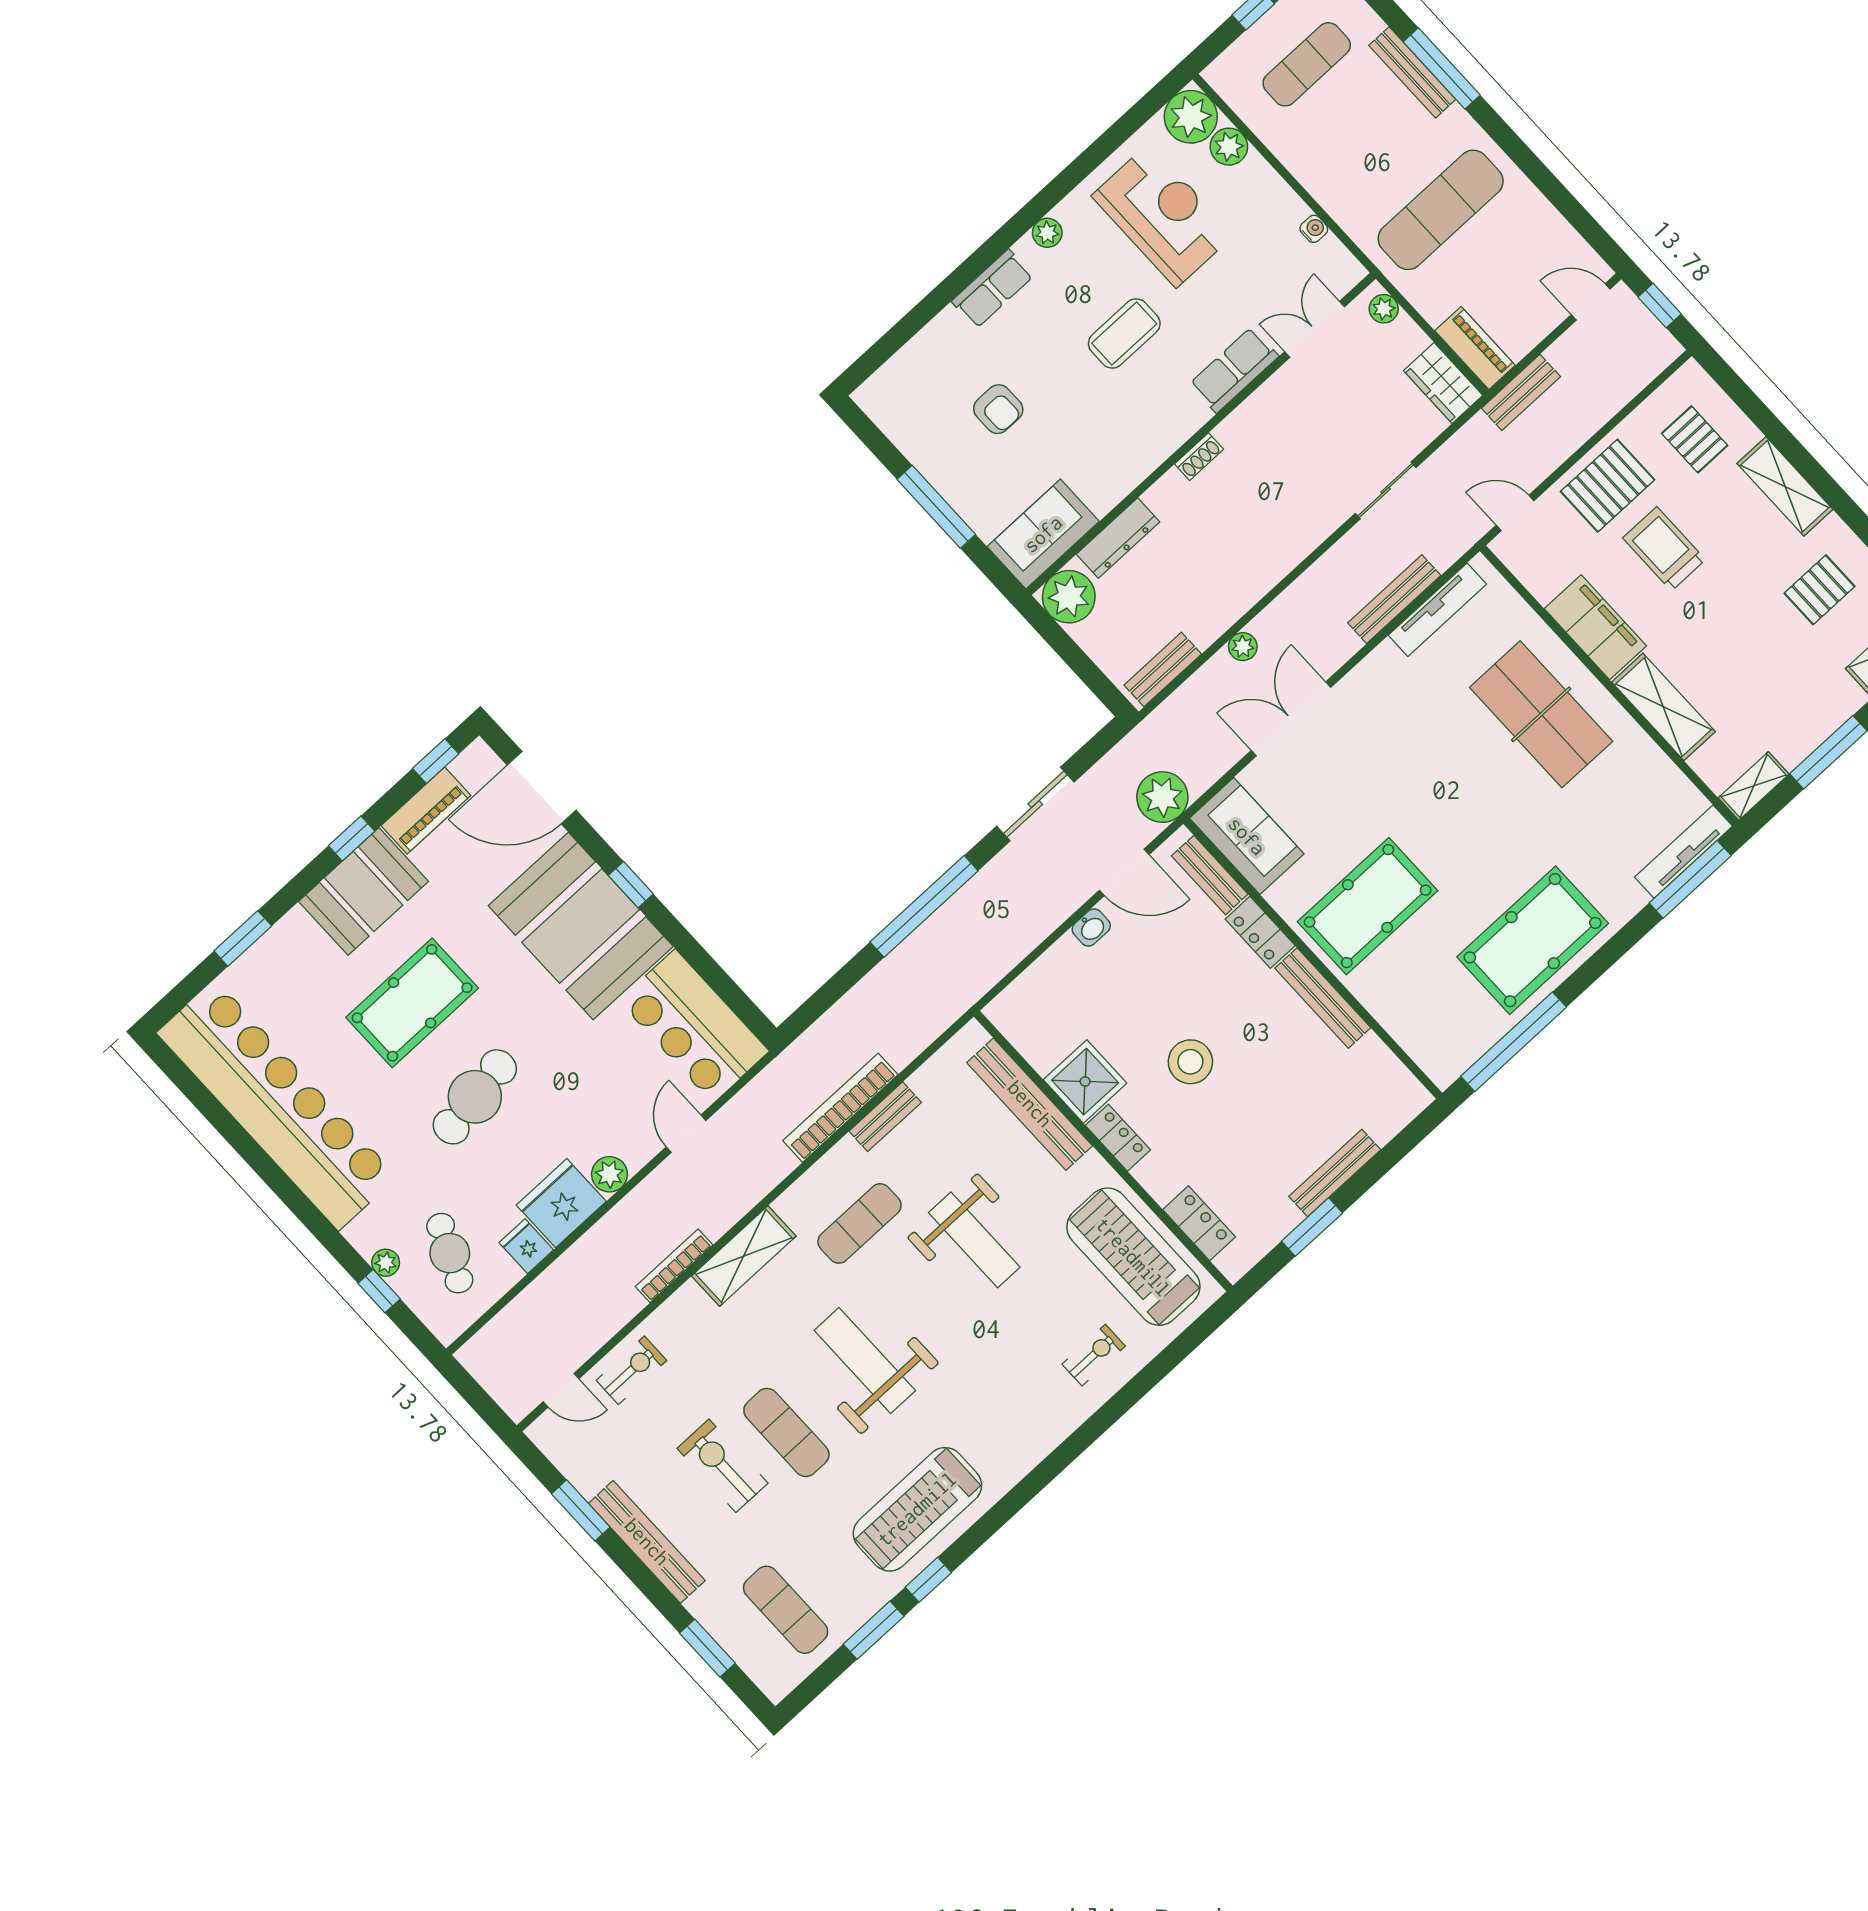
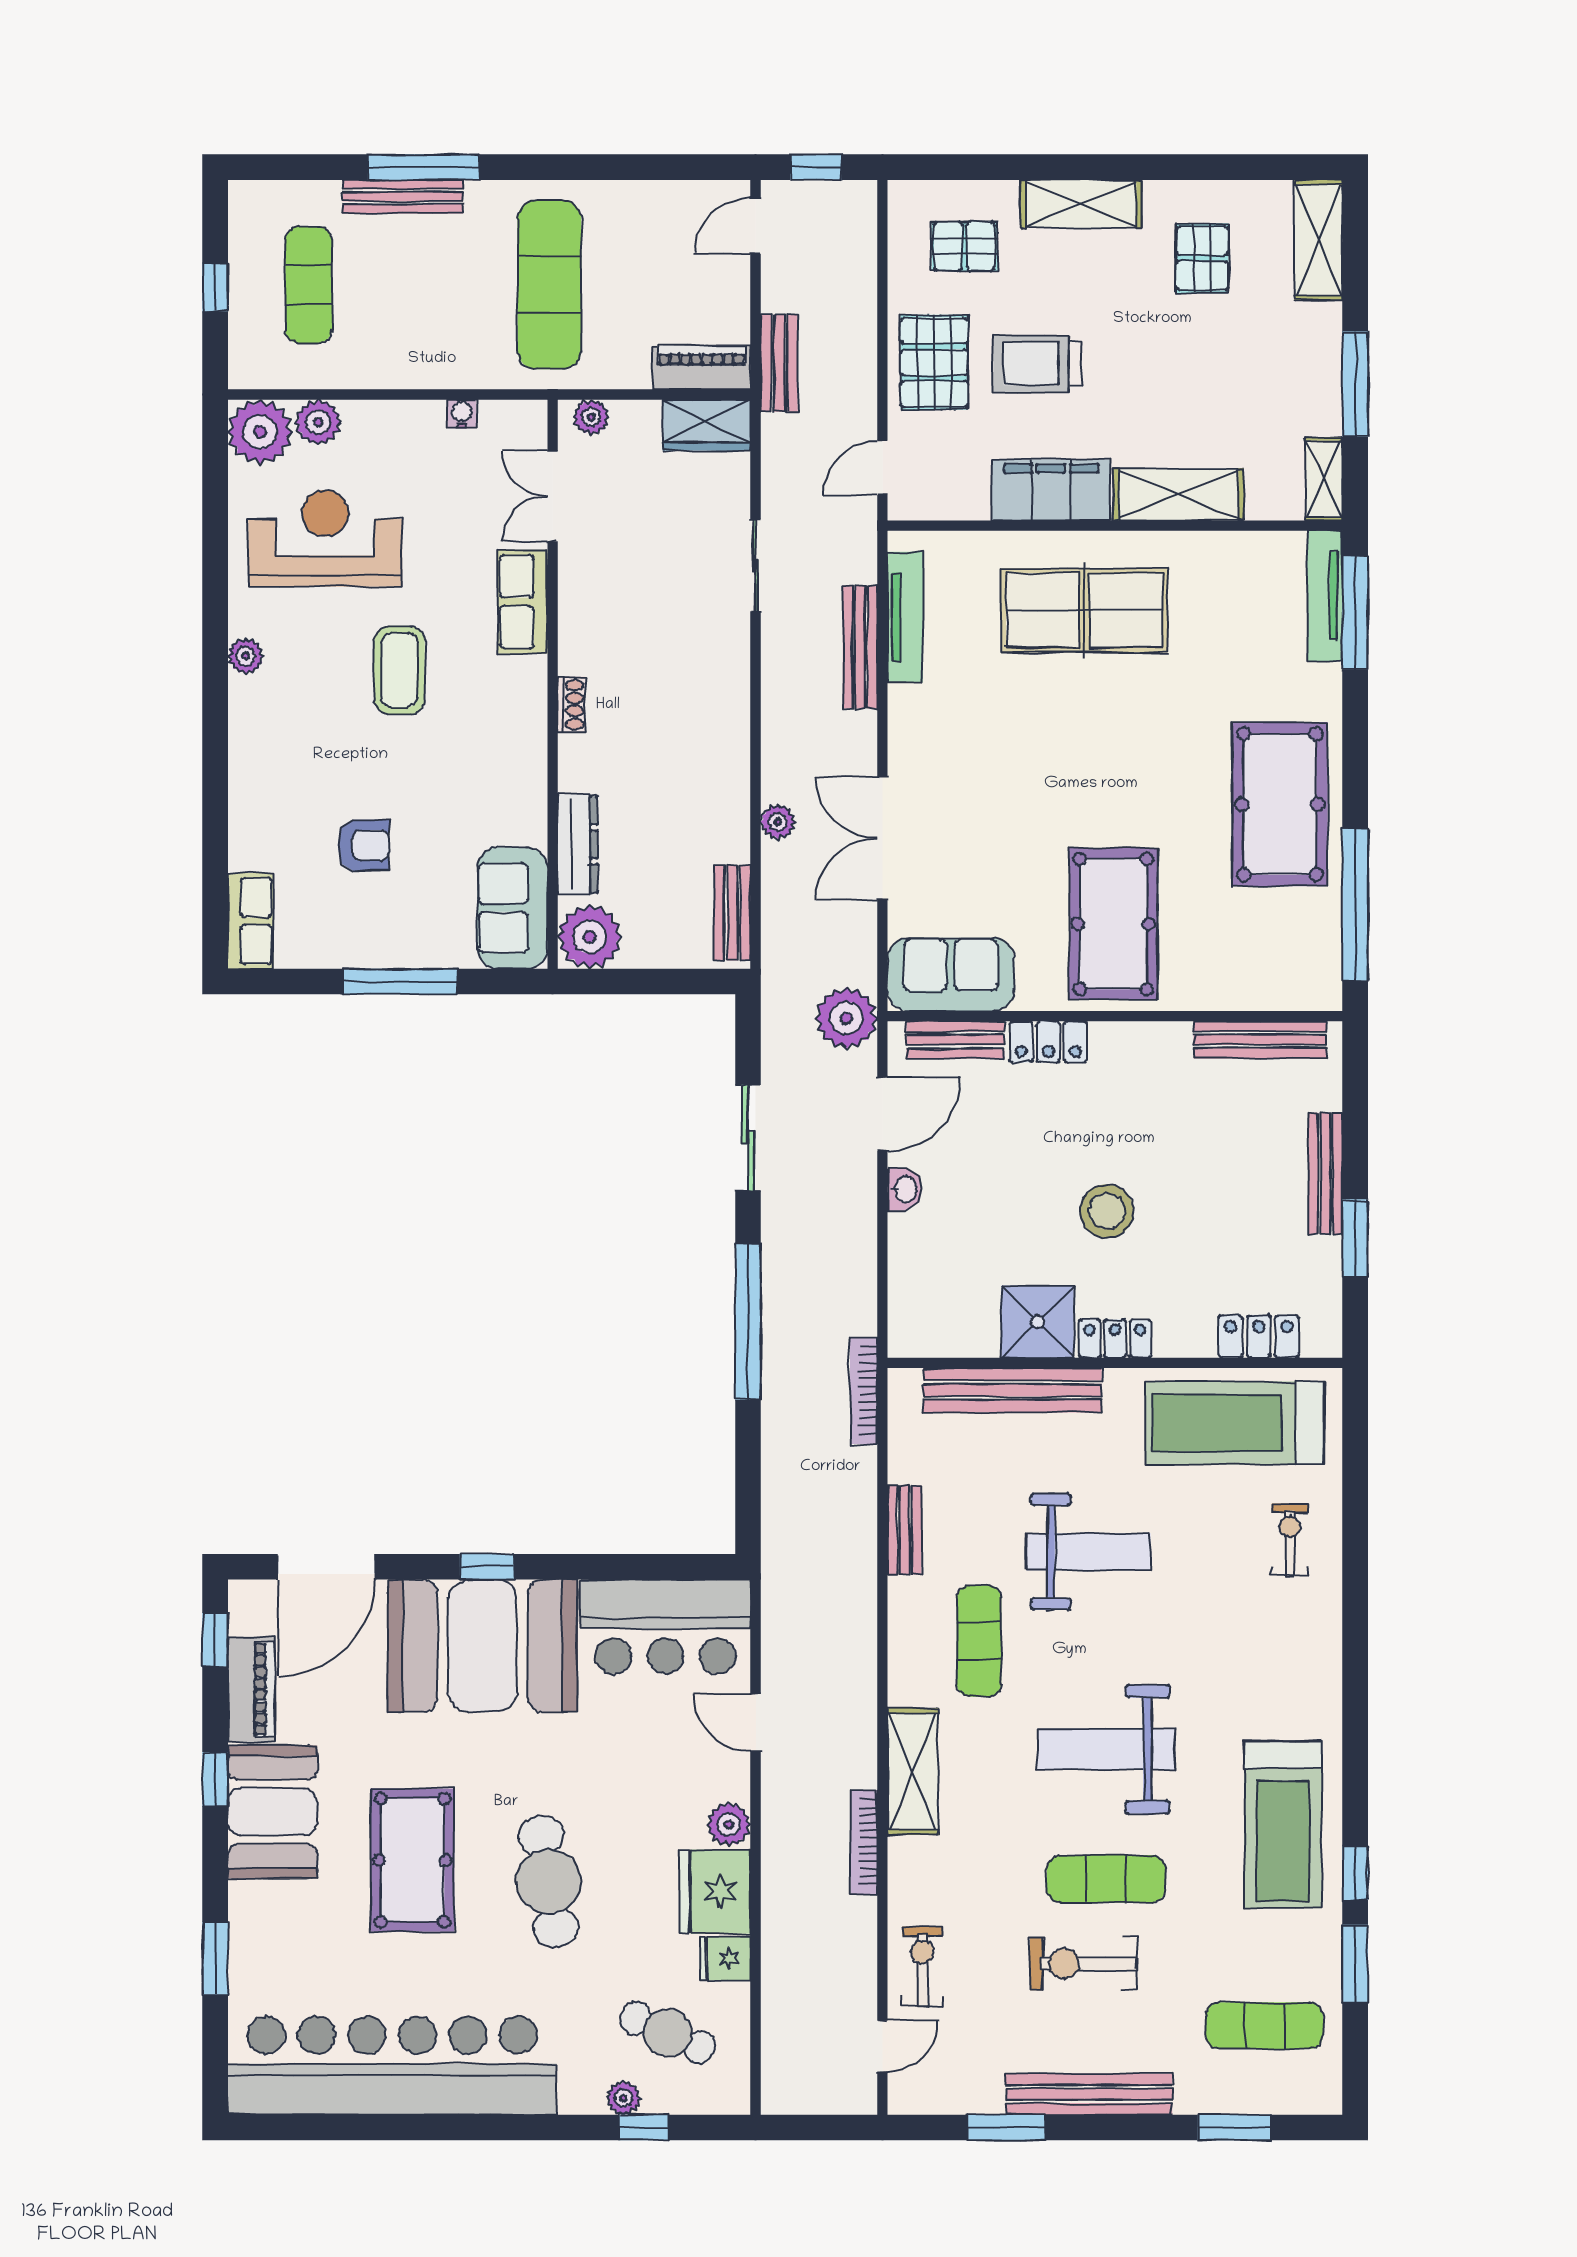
row of seats: (992, 289) -> (251, 921), moved
bench: (1323, 998) -> (1260, 1040), moved
bookcase: (840, 1108) -> (864, 1390), moved, width x0.68, depth x0.76

